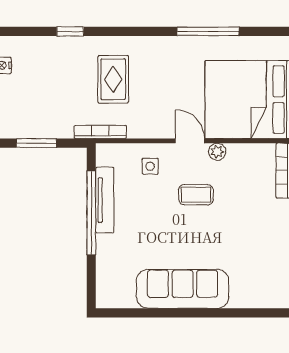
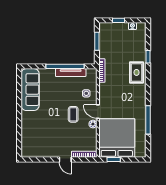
rug: (113, 79) -> (137, 72), moved, turned 90
door: (190, 141) -> (98, 112), swing flipped
sofa: (183, 289) -> (30, 90), moved

